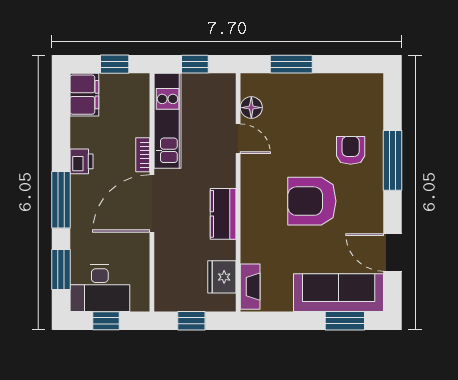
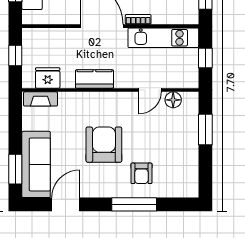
armchair: (351, 150) -> (141, 173), turned 90

